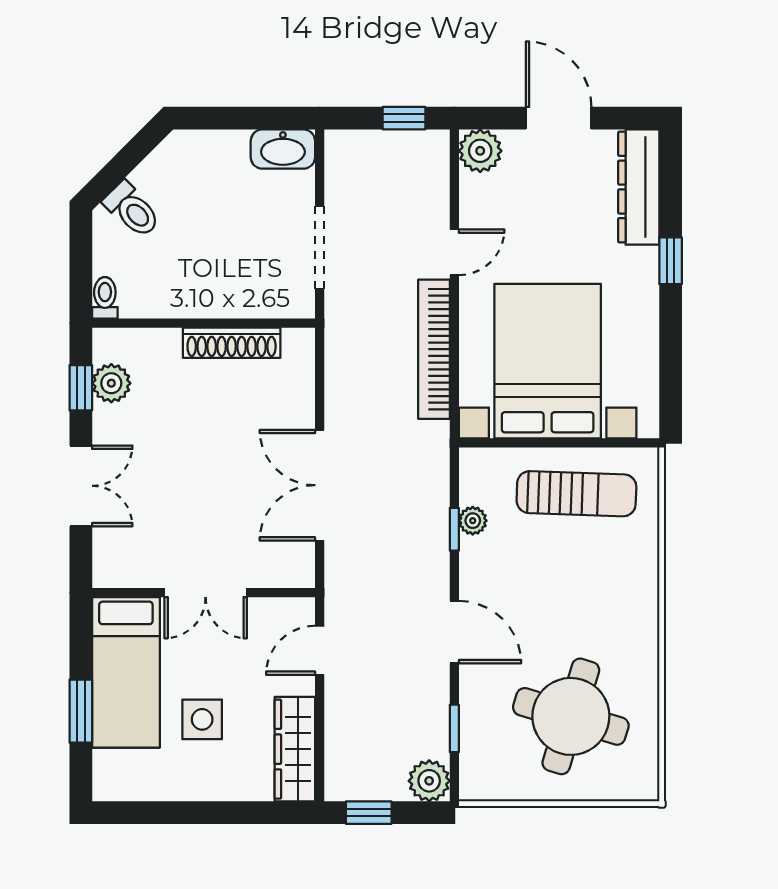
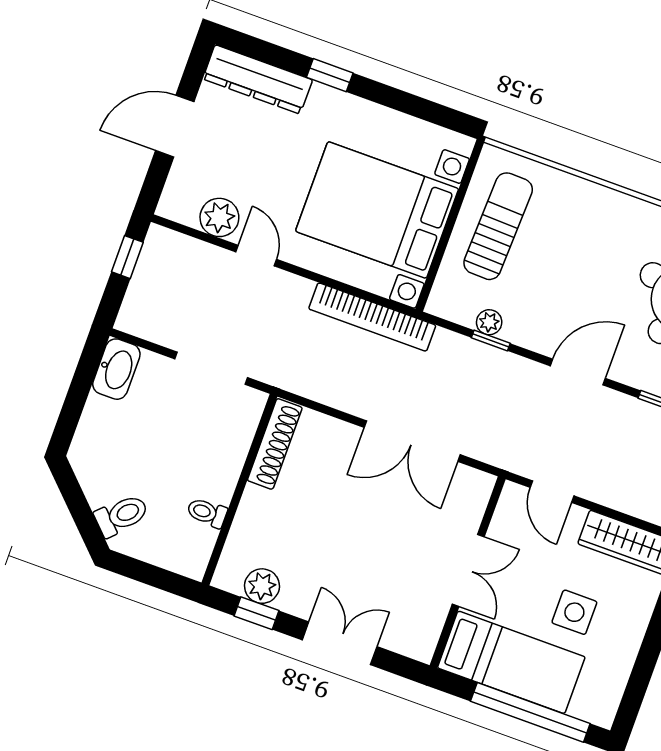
plant: (480, 151) -> (219, 217), moved
toilet: (105, 298) -> (207, 513), moved
shoe rack: (232, 343) -> (275, 444), moved
bookcase: (434, 349) -> (372, 317), moved
window: (81, 711) -> (530, 712), width x2.11

